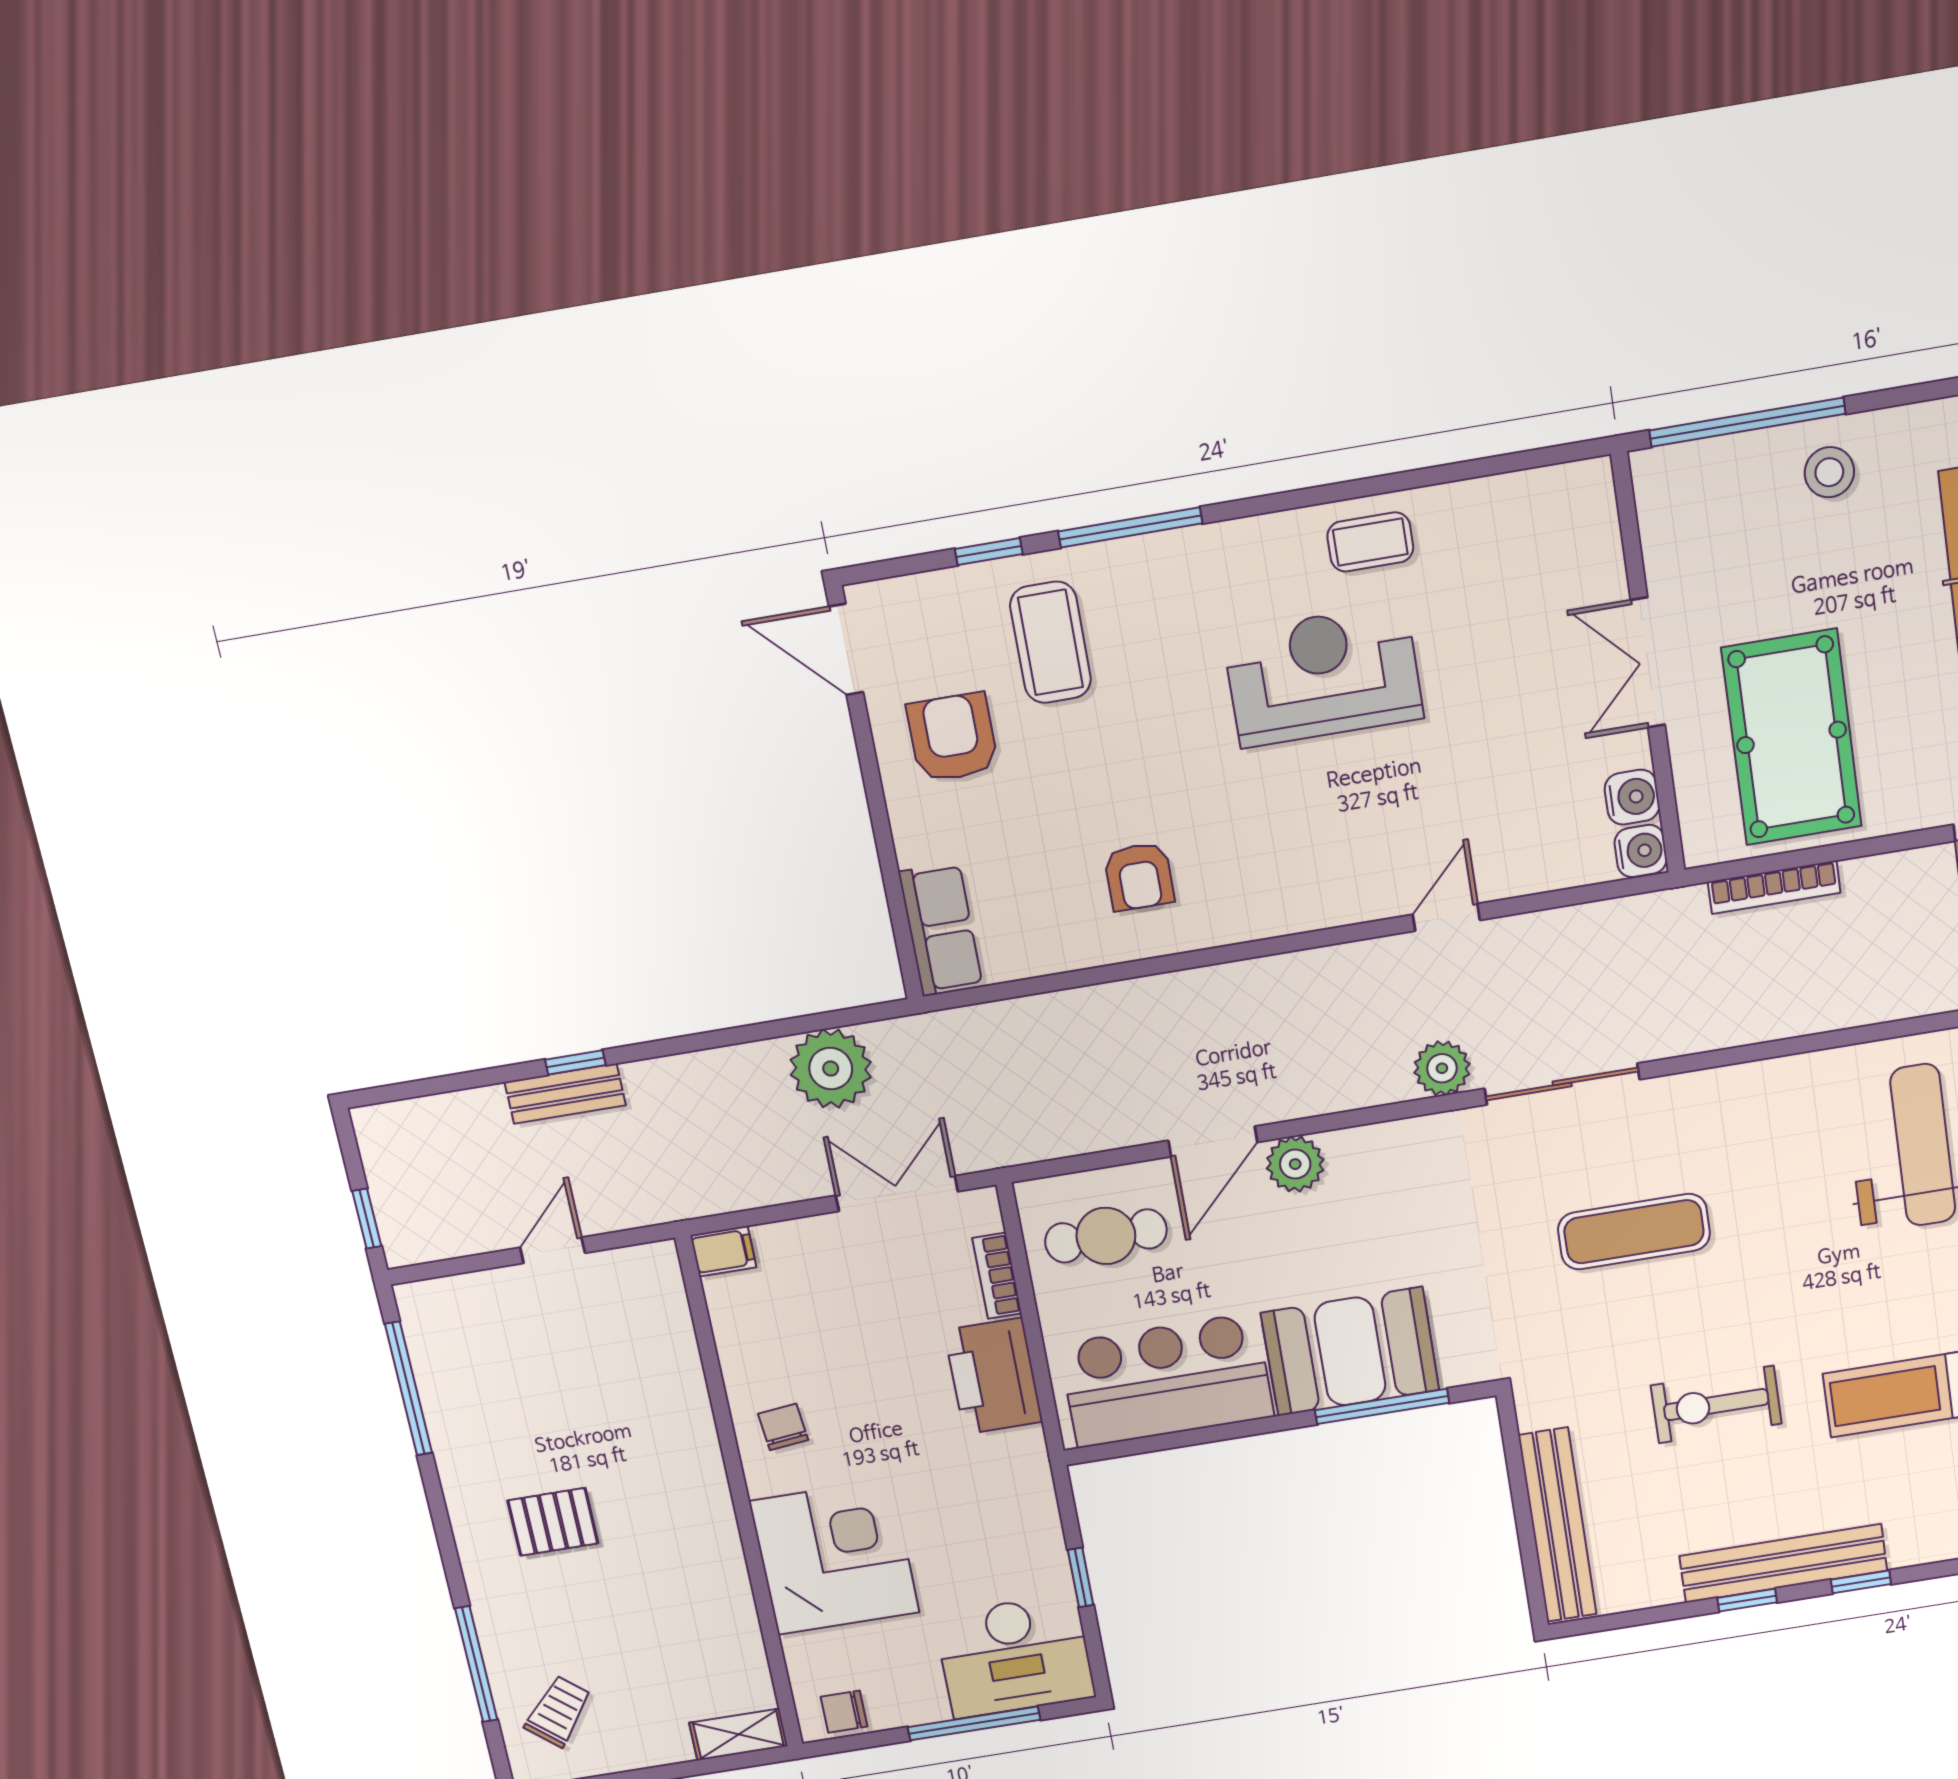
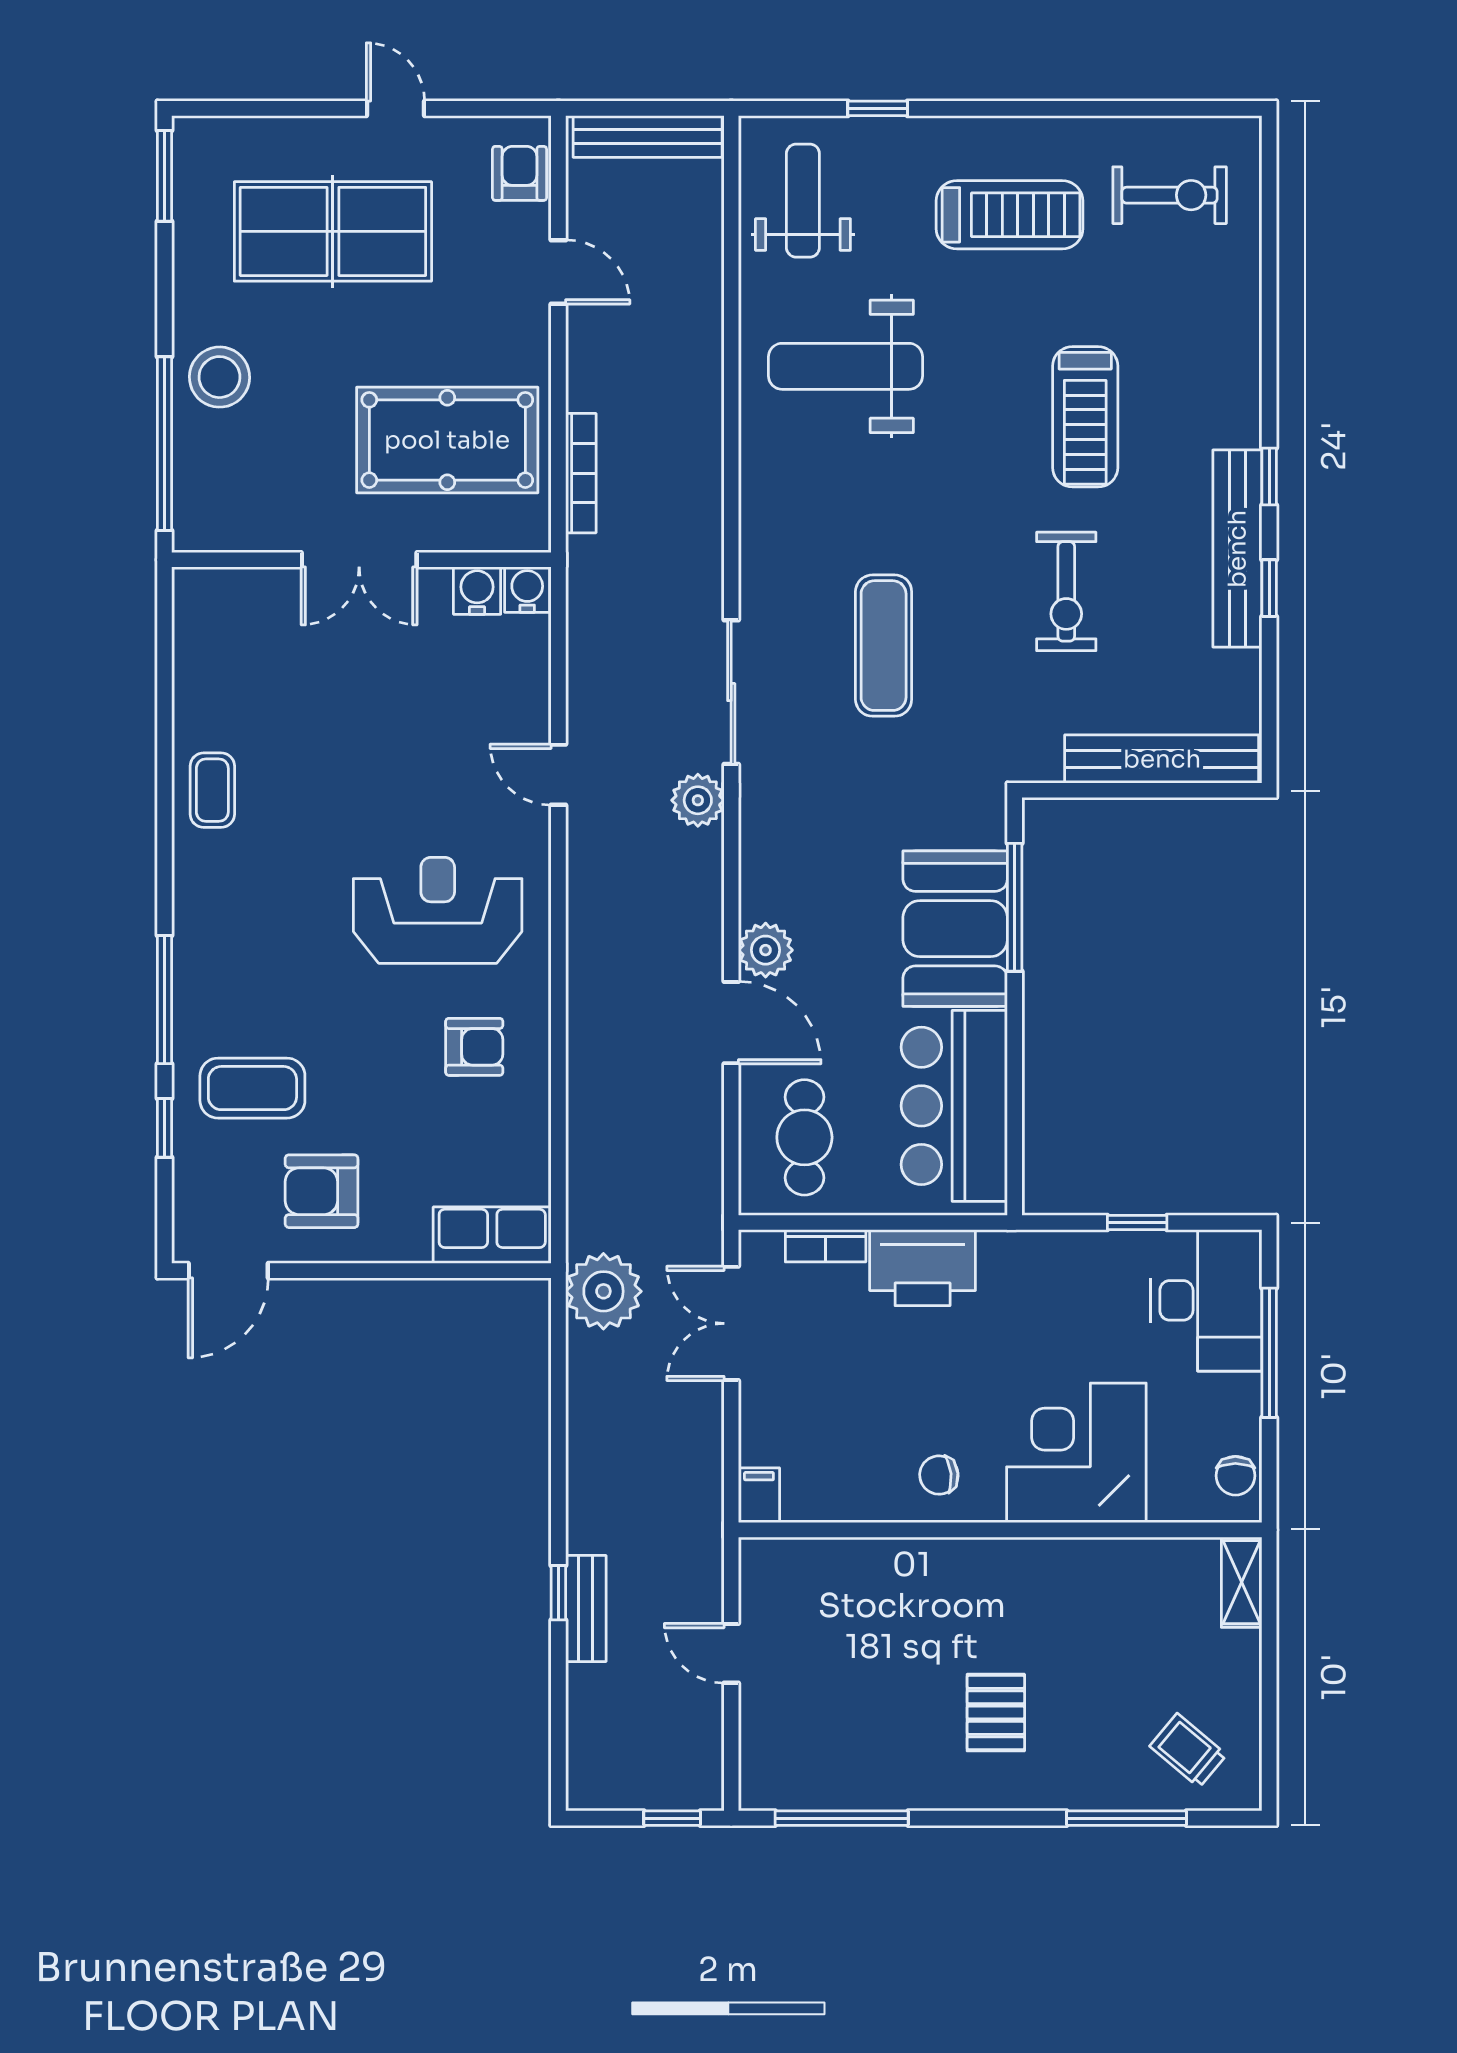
stool: (1829, 472) -> (219, 377), width x1.38, depth x1.38
reception desk: (1323, 676) -> (438, 910), moved, turned 90
plant: (831, 1069) -> (603, 1291), moved

